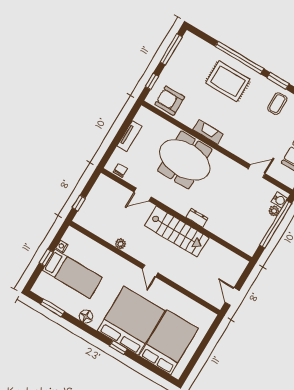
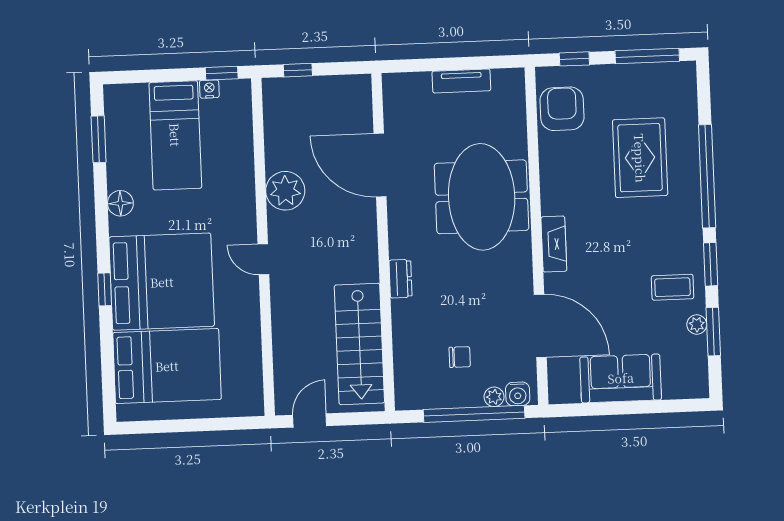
rug: (228, 81) -> (640, 158), moved
fireplace: (208, 132) -> (554, 244), moved
chair: (120, 170) -> (460, 357), moved
door: (257, 171) -> (540, 326), width x1.87
door: (143, 195) -> (380, 165), width x1.88
stairs: (177, 232) -> (359, 344), moved
plant: (121, 244) -> (285, 191), width x1.88, depth x1.88
window: (46, 257) -> (222, 73), moved
door: (150, 271) -> (263, 259), hinge flipped

